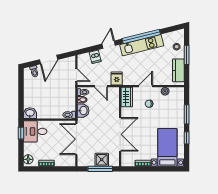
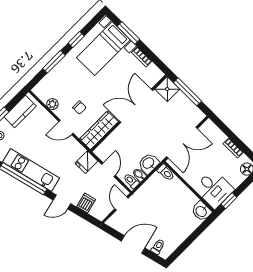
wardrobe: (127, 97) -> (99, 130), width x1.50
shower: (102, 160) -> (167, 89), moved
window: (162, 169) -> (128, 33), added

